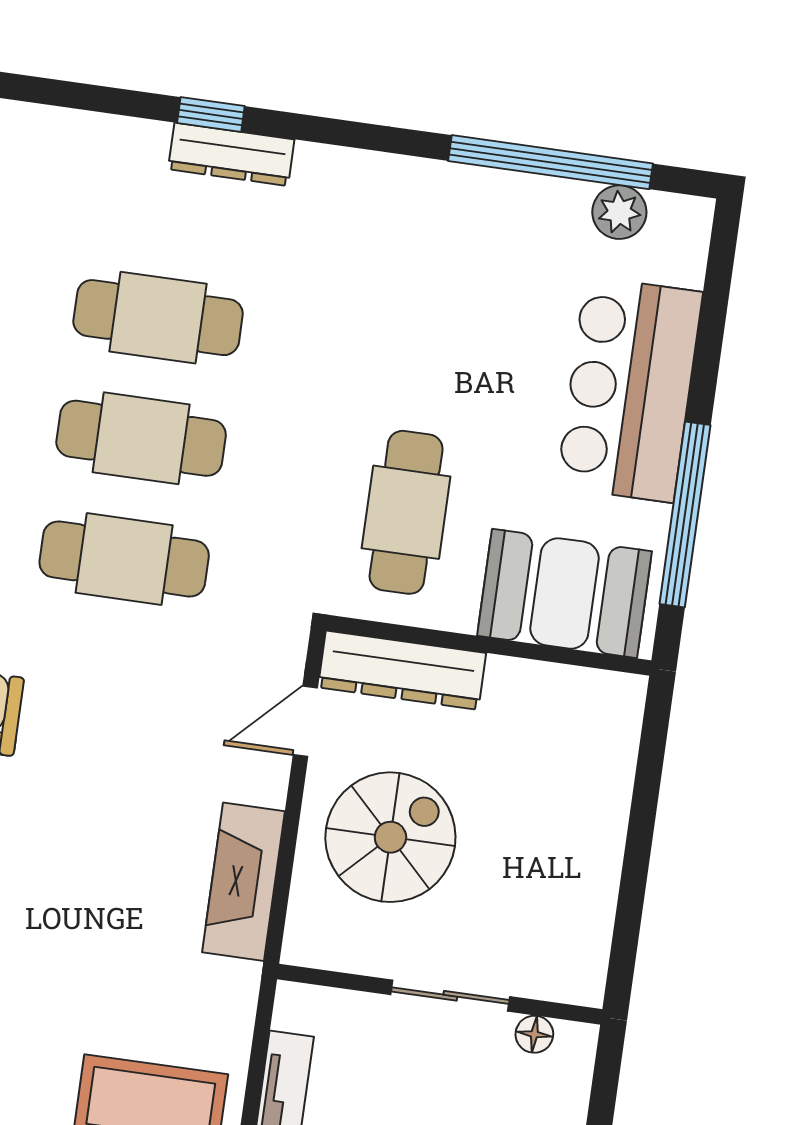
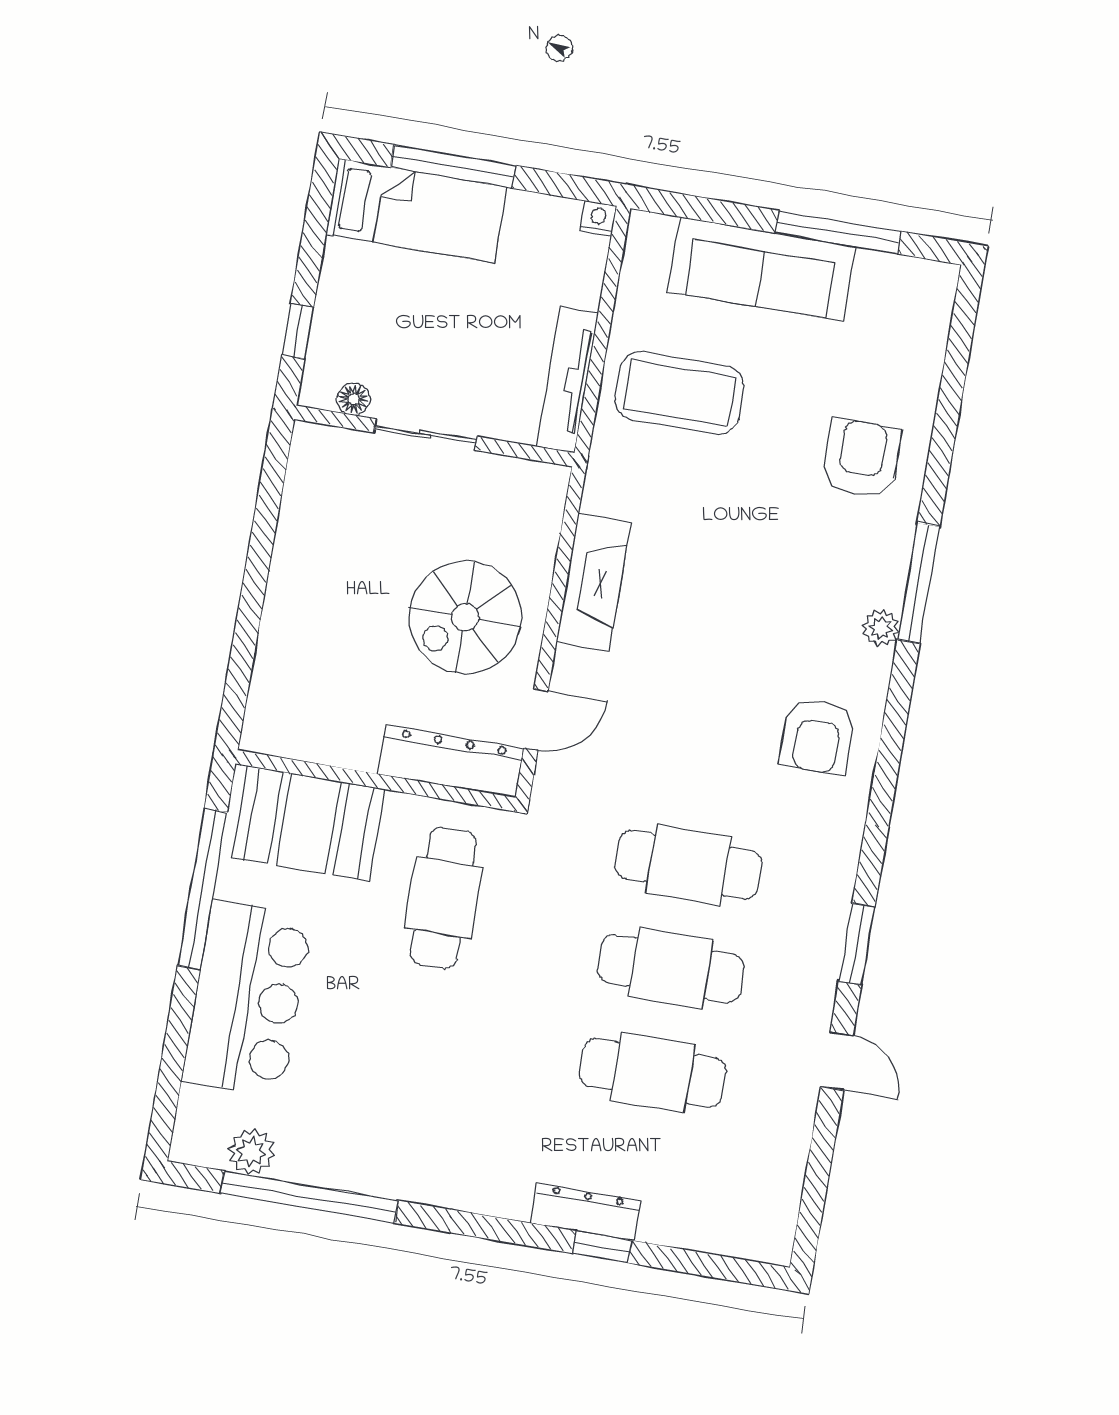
wall: (440, 994) -> (434, 436), moved
sliding door: (450, 996) -> (425, 434), moved
floor lamp: (534, 1034) -> (353, 399), moved

